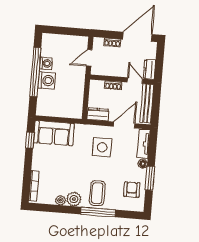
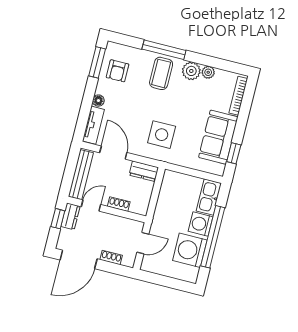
washing machine: (46, 63) -> (190, 250), width x1.89, depth x1.89
window: (159, 66) -> (58, 219), added
door: (135, 81) -> (91, 206), swing flipped
kitchen sink: (44, 103) -> (209, 197), added
door: (124, 125) -> (113, 153), swing flipped
sofa: (54, 133) -> (218, 137), moved, turned -90
side table: (102, 147) -> (162, 135), moved
window: (150, 178) -> (97, 62), moved

